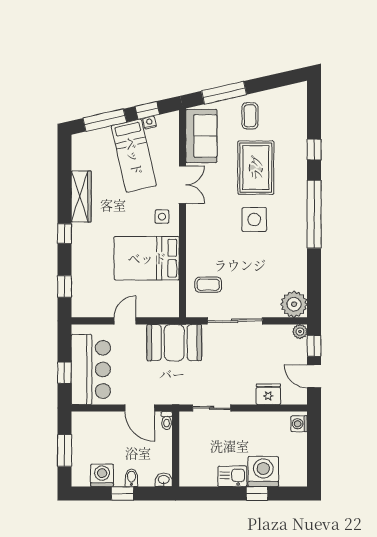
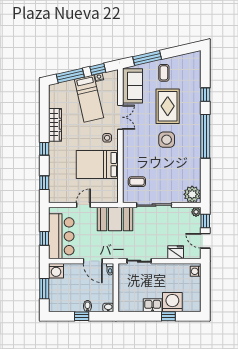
washing machine: (102, 475) -> (56, 271), moved, turned 180

